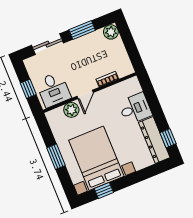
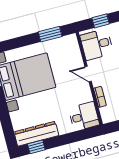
desk: (135, 109) -> (84, 116), moved, turned -90
plant: (71, 110) -> (75, 59), removed
window: (56, 157) -> (50, 34), moved

